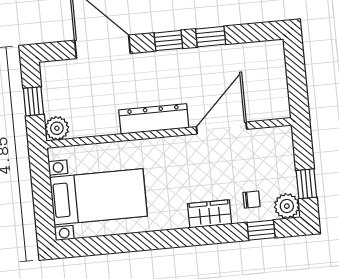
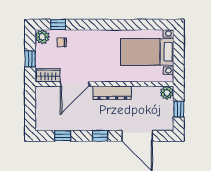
window: (211, 37) -> (63, 136), moved
window: (306, 184) -> (30, 59), moved
wardrobe: (210, 214) -> (48, 75), moved, turned 180

